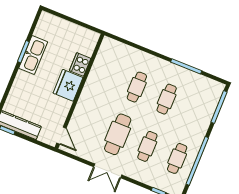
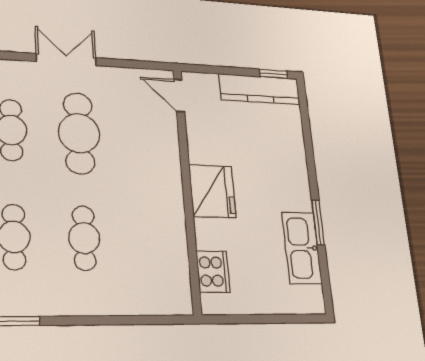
kitchen sink: (33, 55) -> (302, 248), moved
cooker: (80, 64) -> (213, 272), moved

